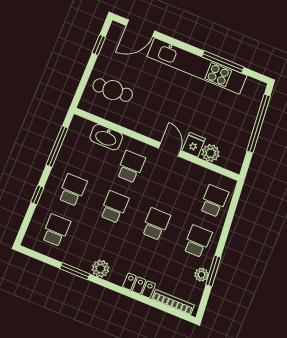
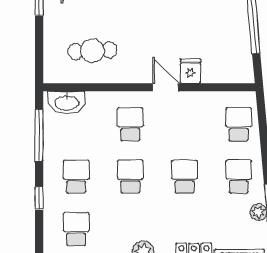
cafe table: (113, 90) -> (92, 51), moved
washbasin: (106, 137) -> (67, 102), moved
plant: (211, 153) -> (213, 72), removed

